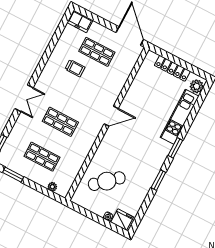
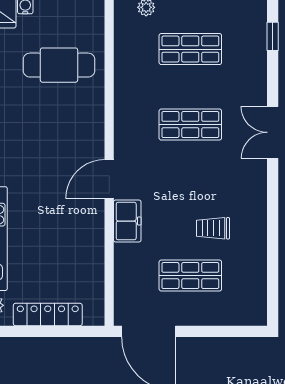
freezer: (80, 21) -> (127, 221), moved, turned 90
cafe table: (107, 181) -> (59, 65), turned 42

